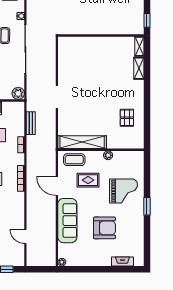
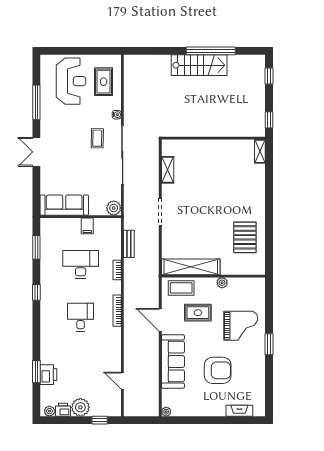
shelving: (139, 68) -> (168, 170), moved
pallet: (127, 118) -> (245, 237), width x1.50, depth x1.42

